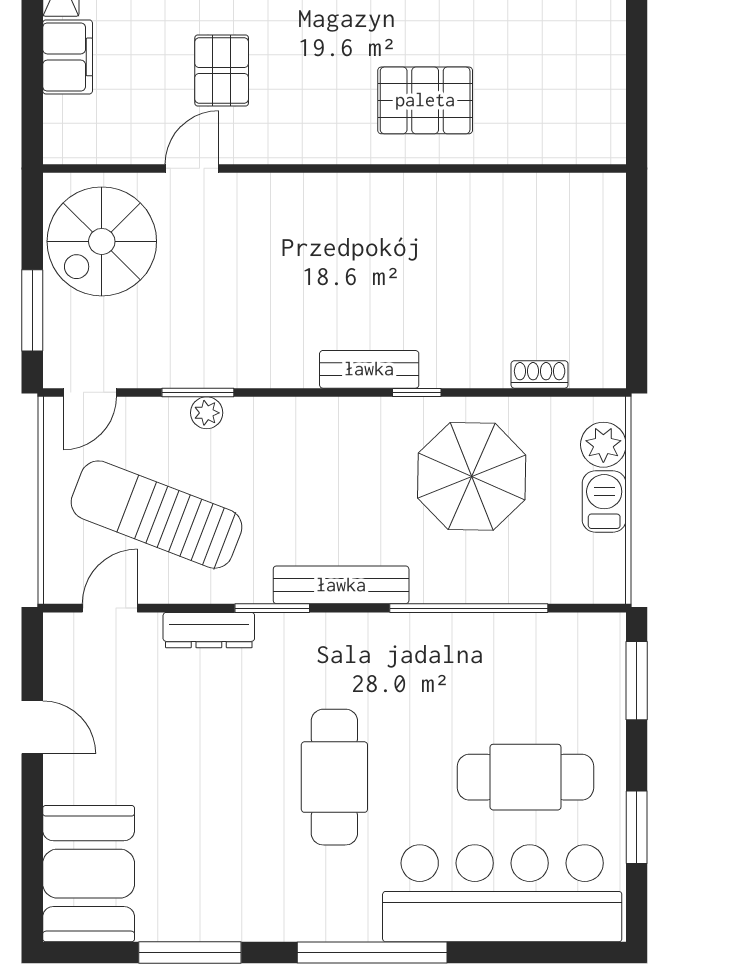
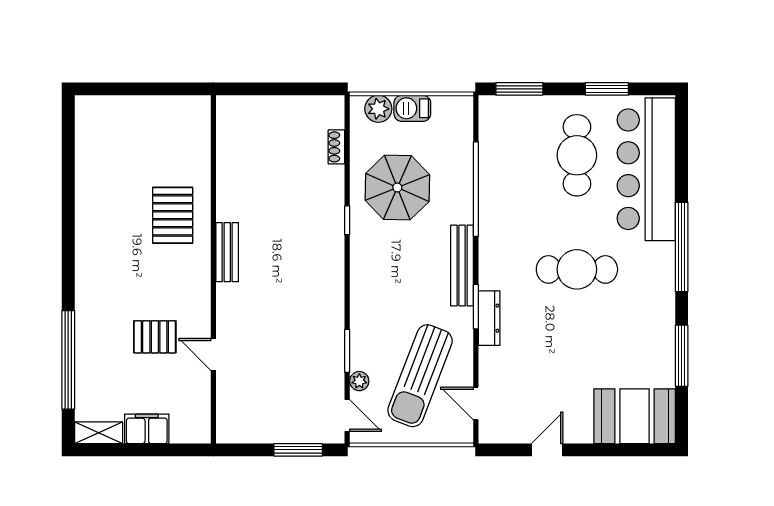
spiral stairs: (102, 241) -> (257, 408), removed
bench: (369, 369) -> (227, 252), moved
plant: (207, 413) -> (359, 381), moved
dresser: (209, 630) -> (489, 318), moved

